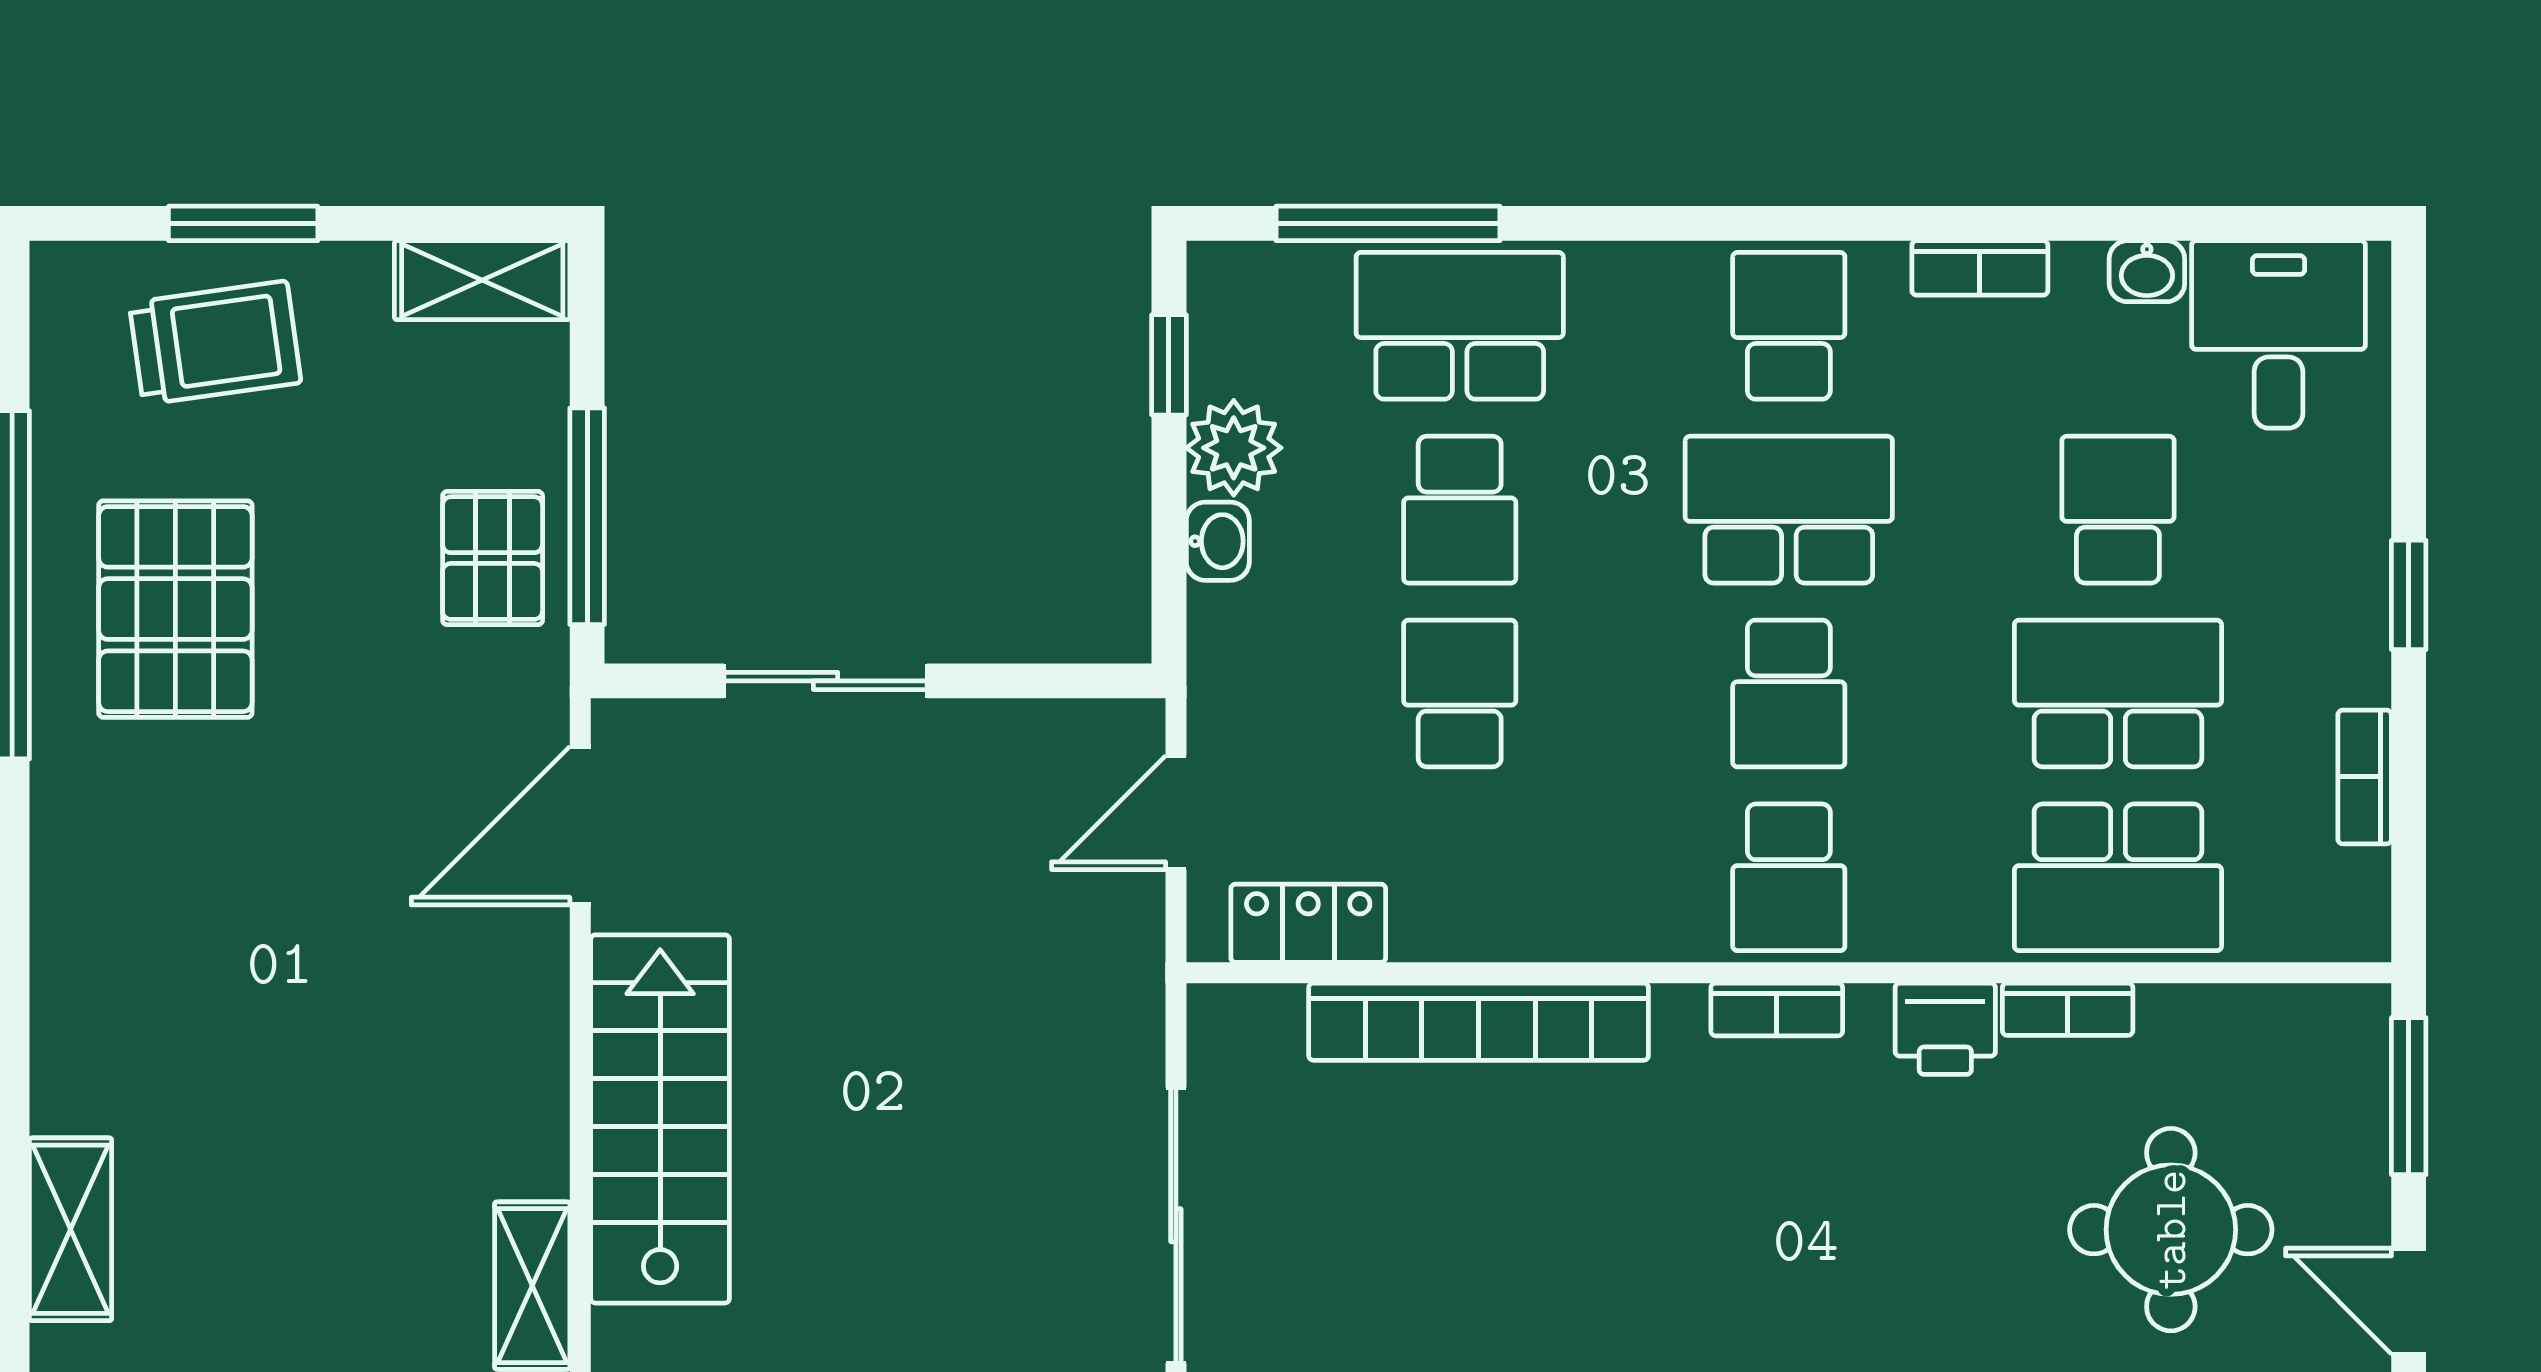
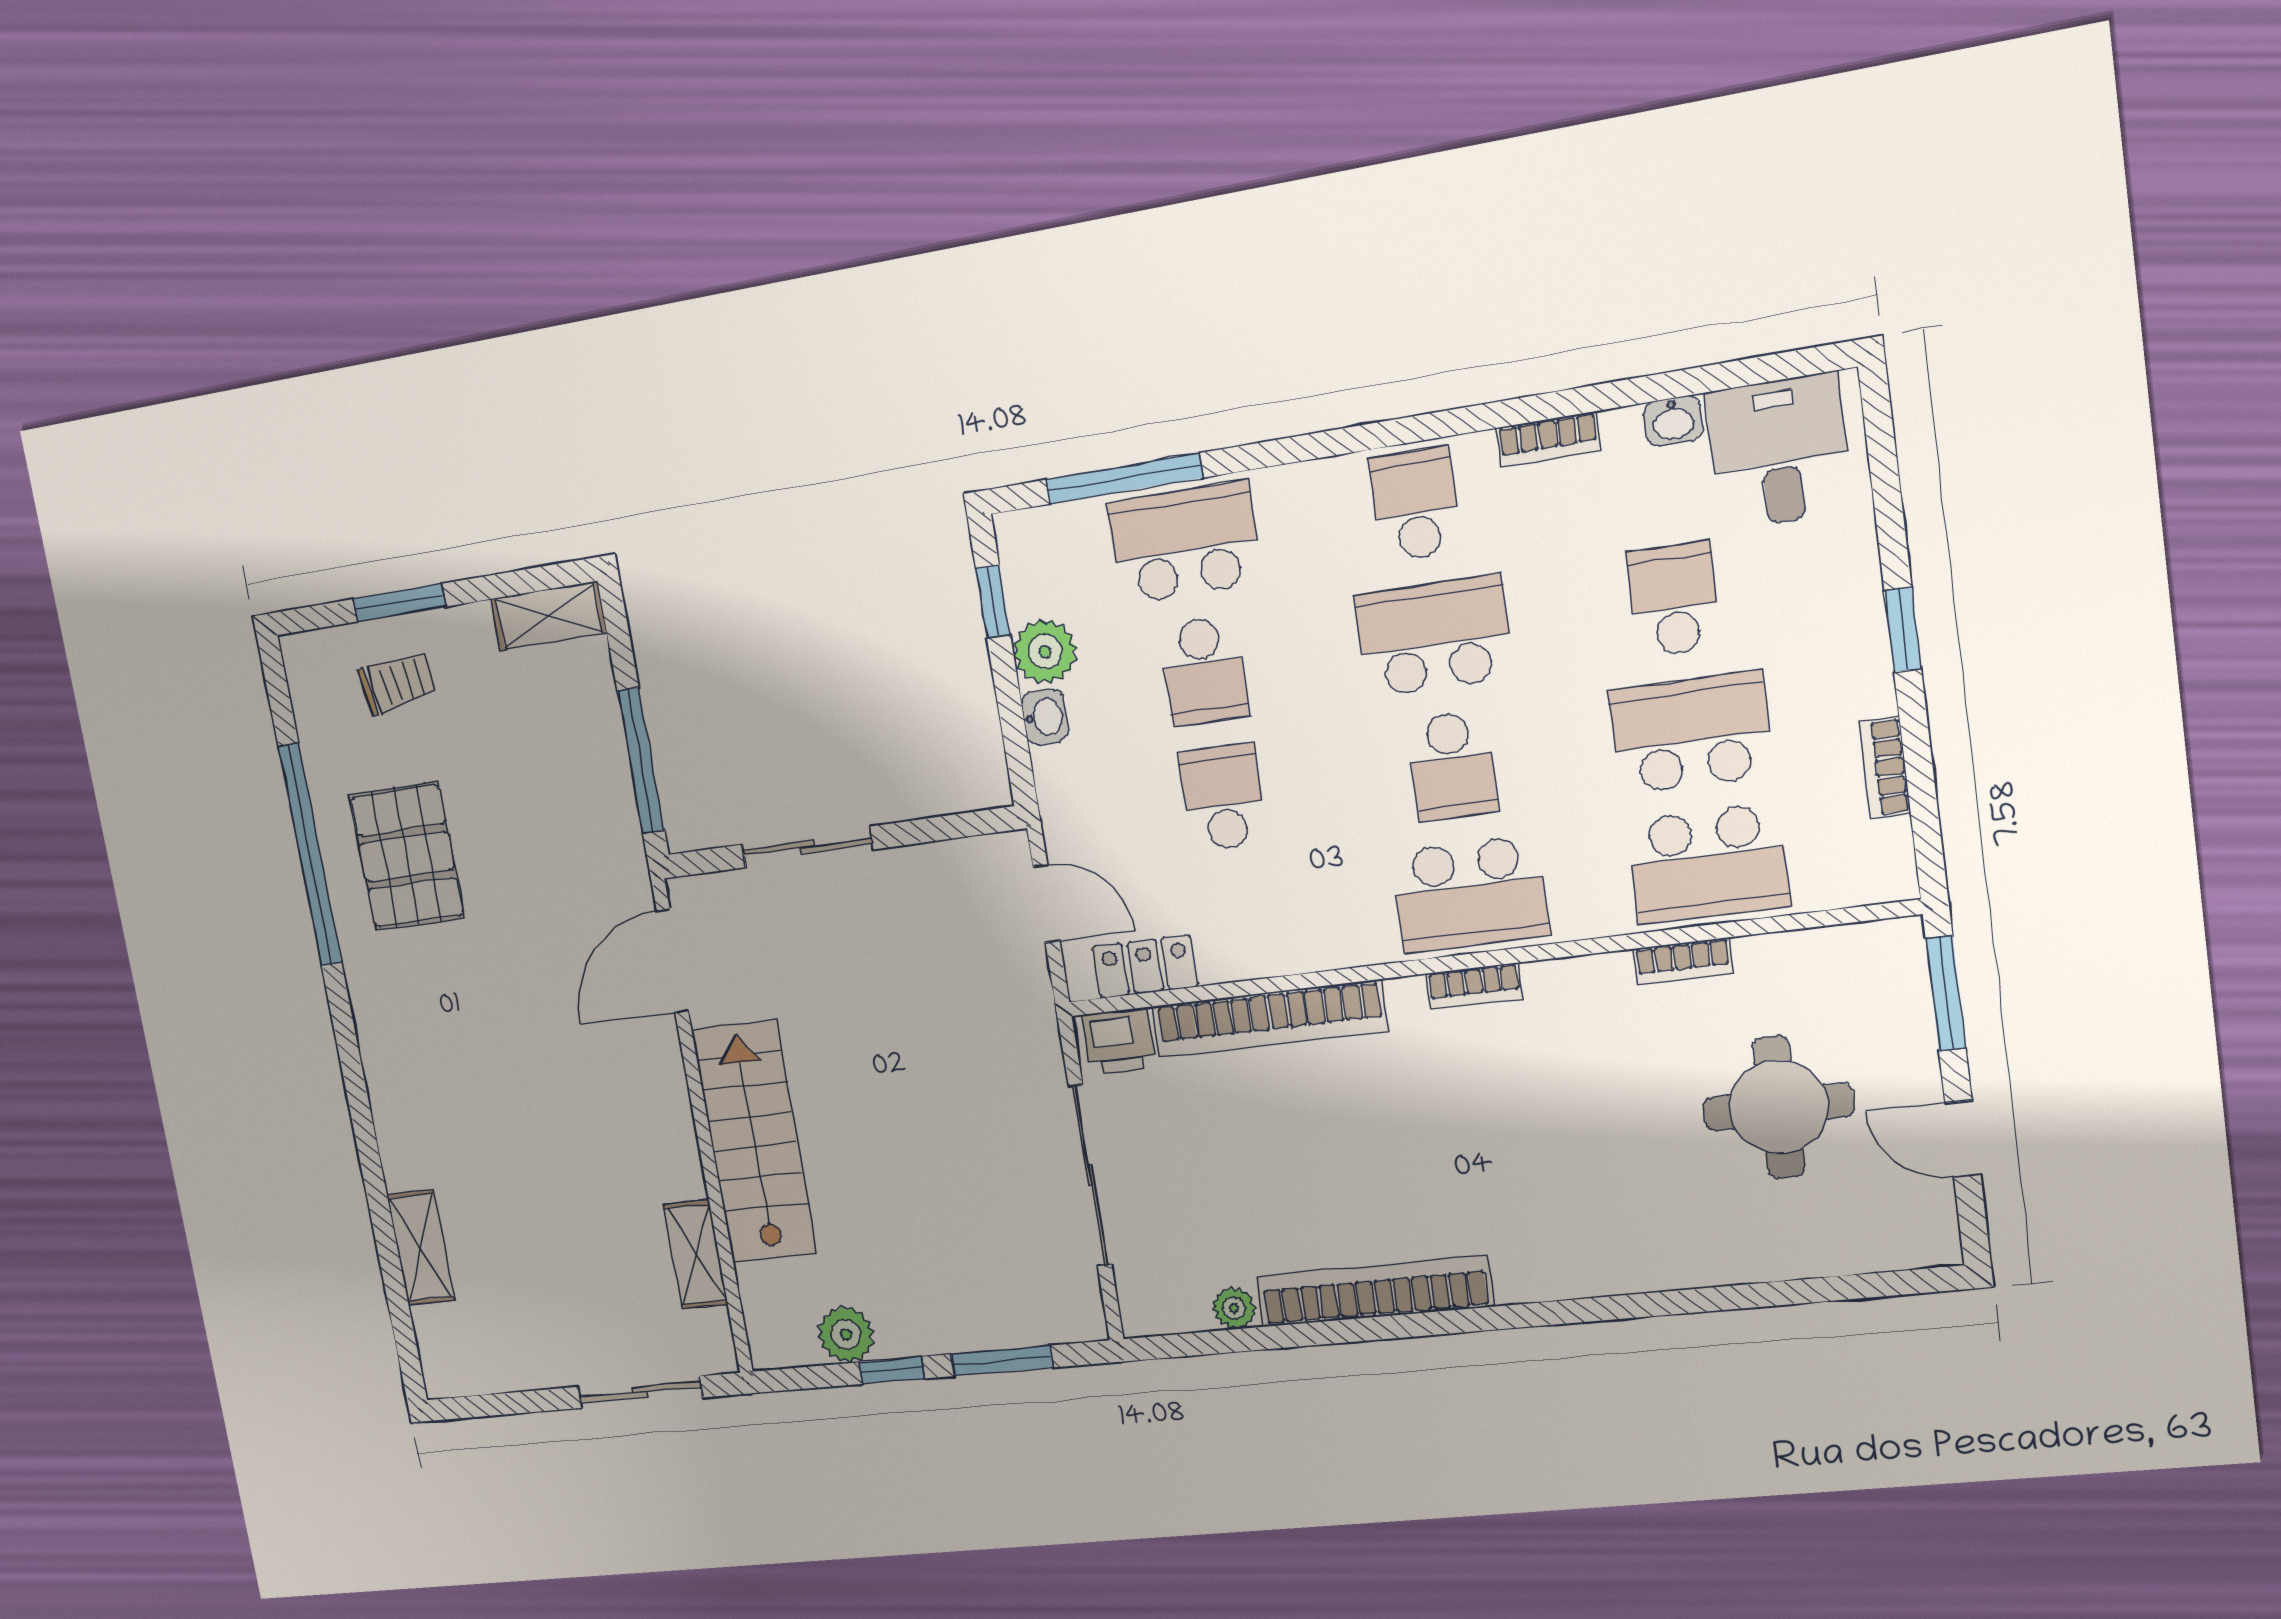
trolley: (215, 343) -> (397, 683), width x0.73, depth x0.72
pallet: (493, 558) -> (588, 796), removed
door: (1176, 813) -> (1046, 904), swing flipped
school desk: (1789, 877) -> (1470, 894), width x1.85
printer: (1945, 1029) -> (1119, 1041), moved

